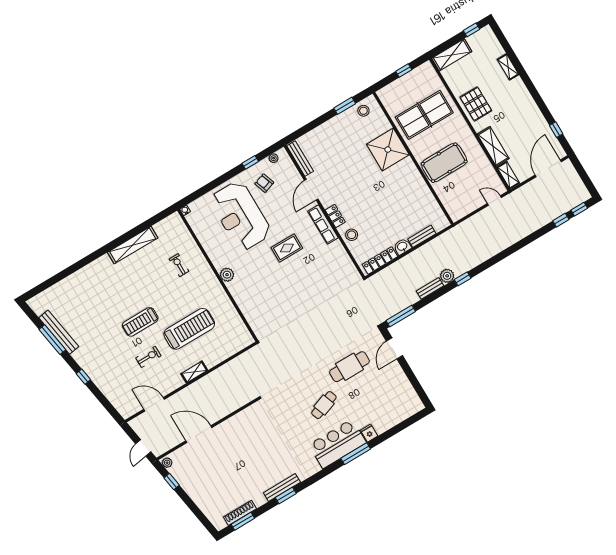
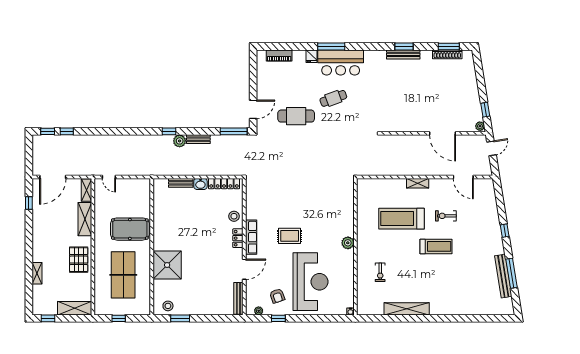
table tennis table: (424, 115) -> (123, 275), turned 90
piano: (401, 415) -> (279, 56), added

